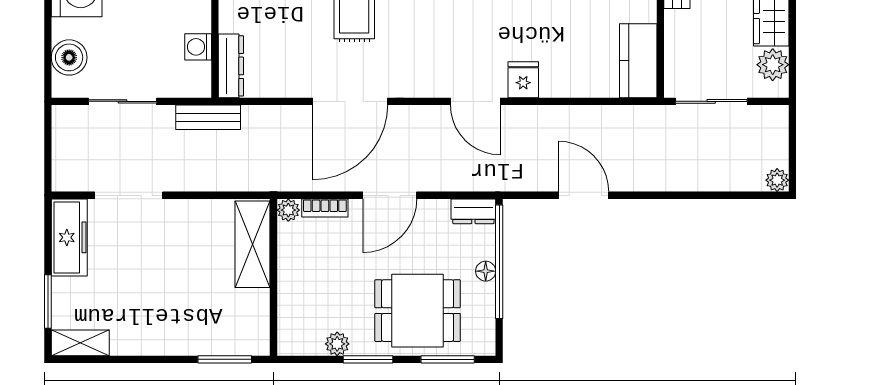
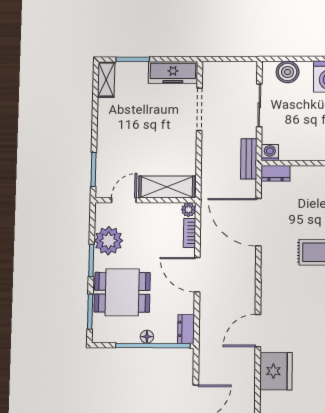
washing machine: (198, 47) -> (270, 153), moved
dresser: (231, 66) -> (276, 173), width x0.70
fridge: (523, 80) -> (276, 371), width x1.88, depth x1.34
door: (350, 101) -> (259, 222), moved
door: (273, 311) -> (124, 200), added
dining table: (418, 311) -> (122, 292), turned 90
plant: (337, 344) -> (109, 241), width x1.88, depth x1.88

